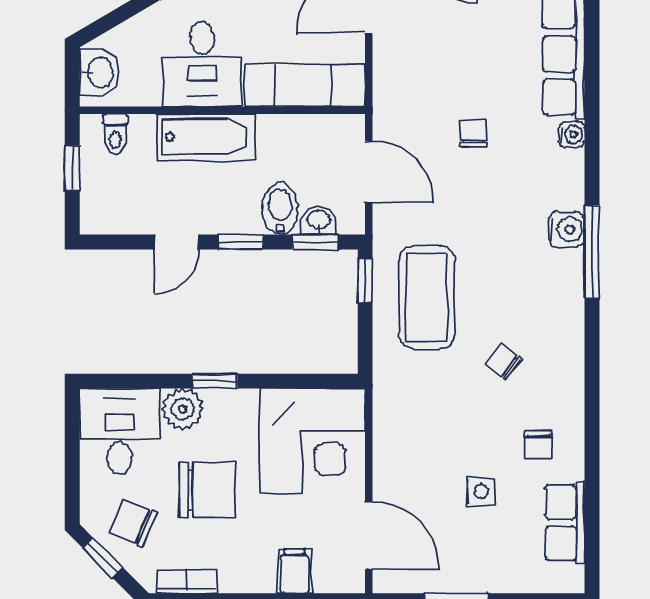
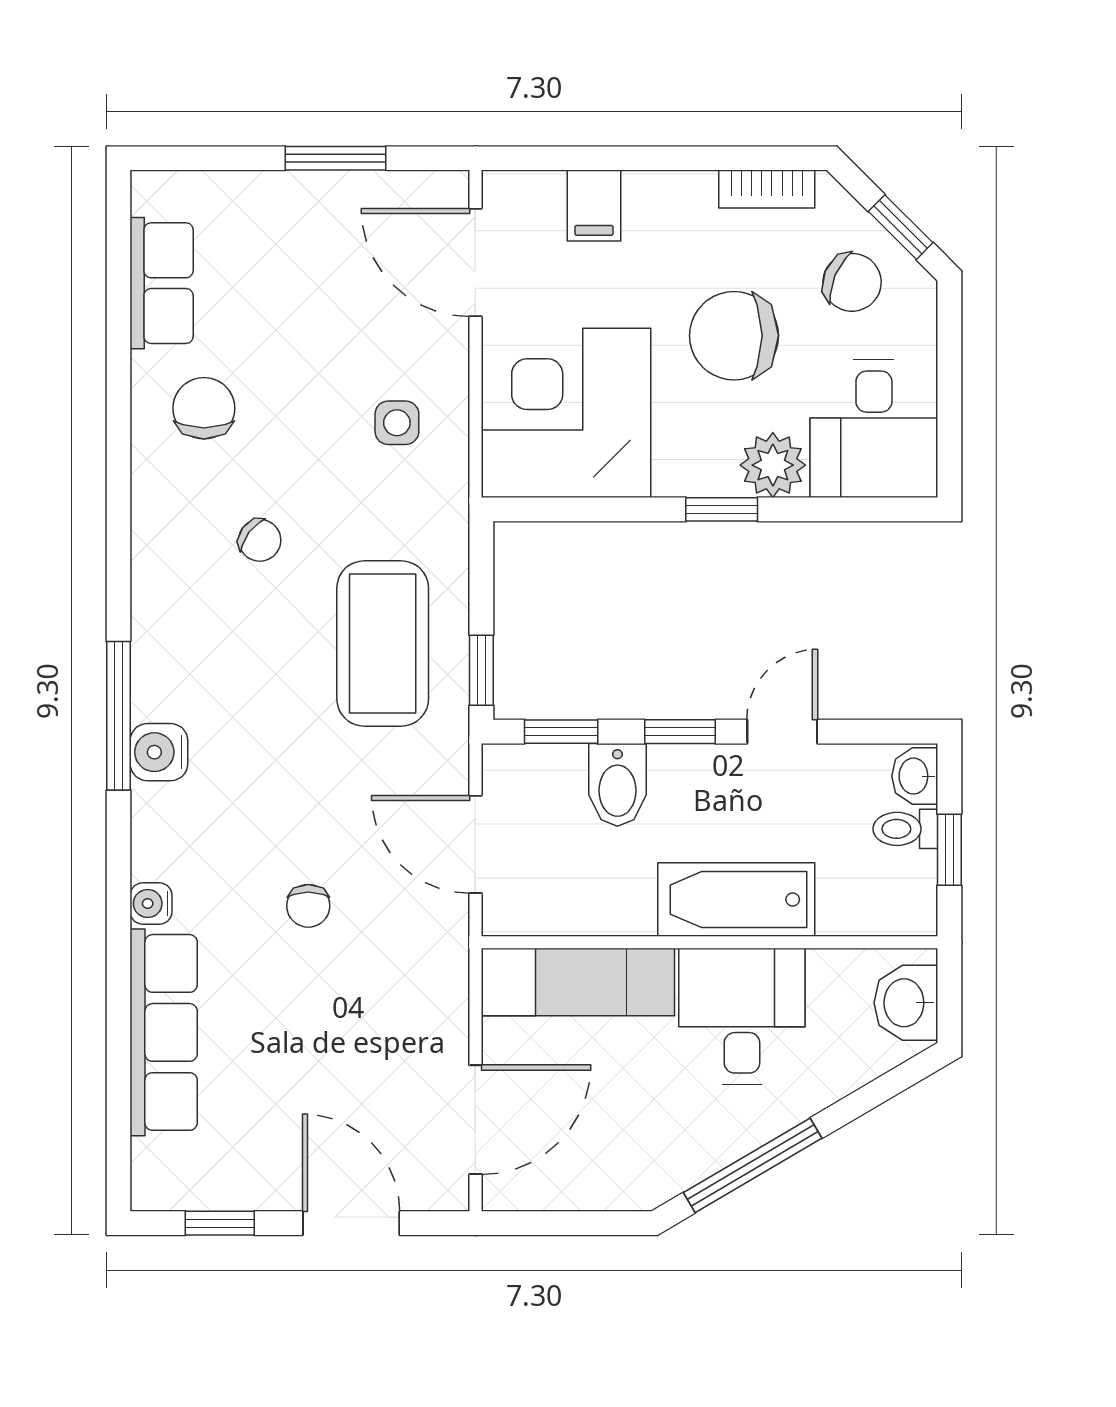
toilet: (115, 134) -> (905, 829), moved, turned -90
washbasin: (318, 220) -> (915, 776), moved, turned 90
chair: (539, 444) -> (204, 408), width x1.37, depth x1.37
side table: (481, 492) -> (397, 423), moved

